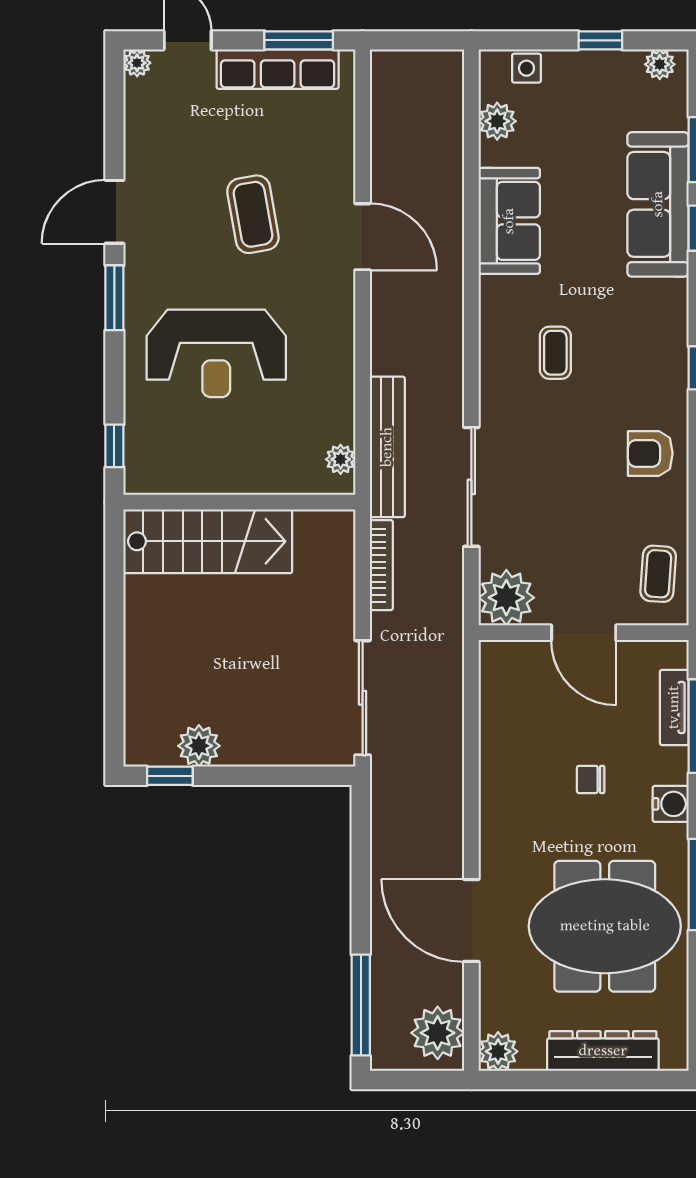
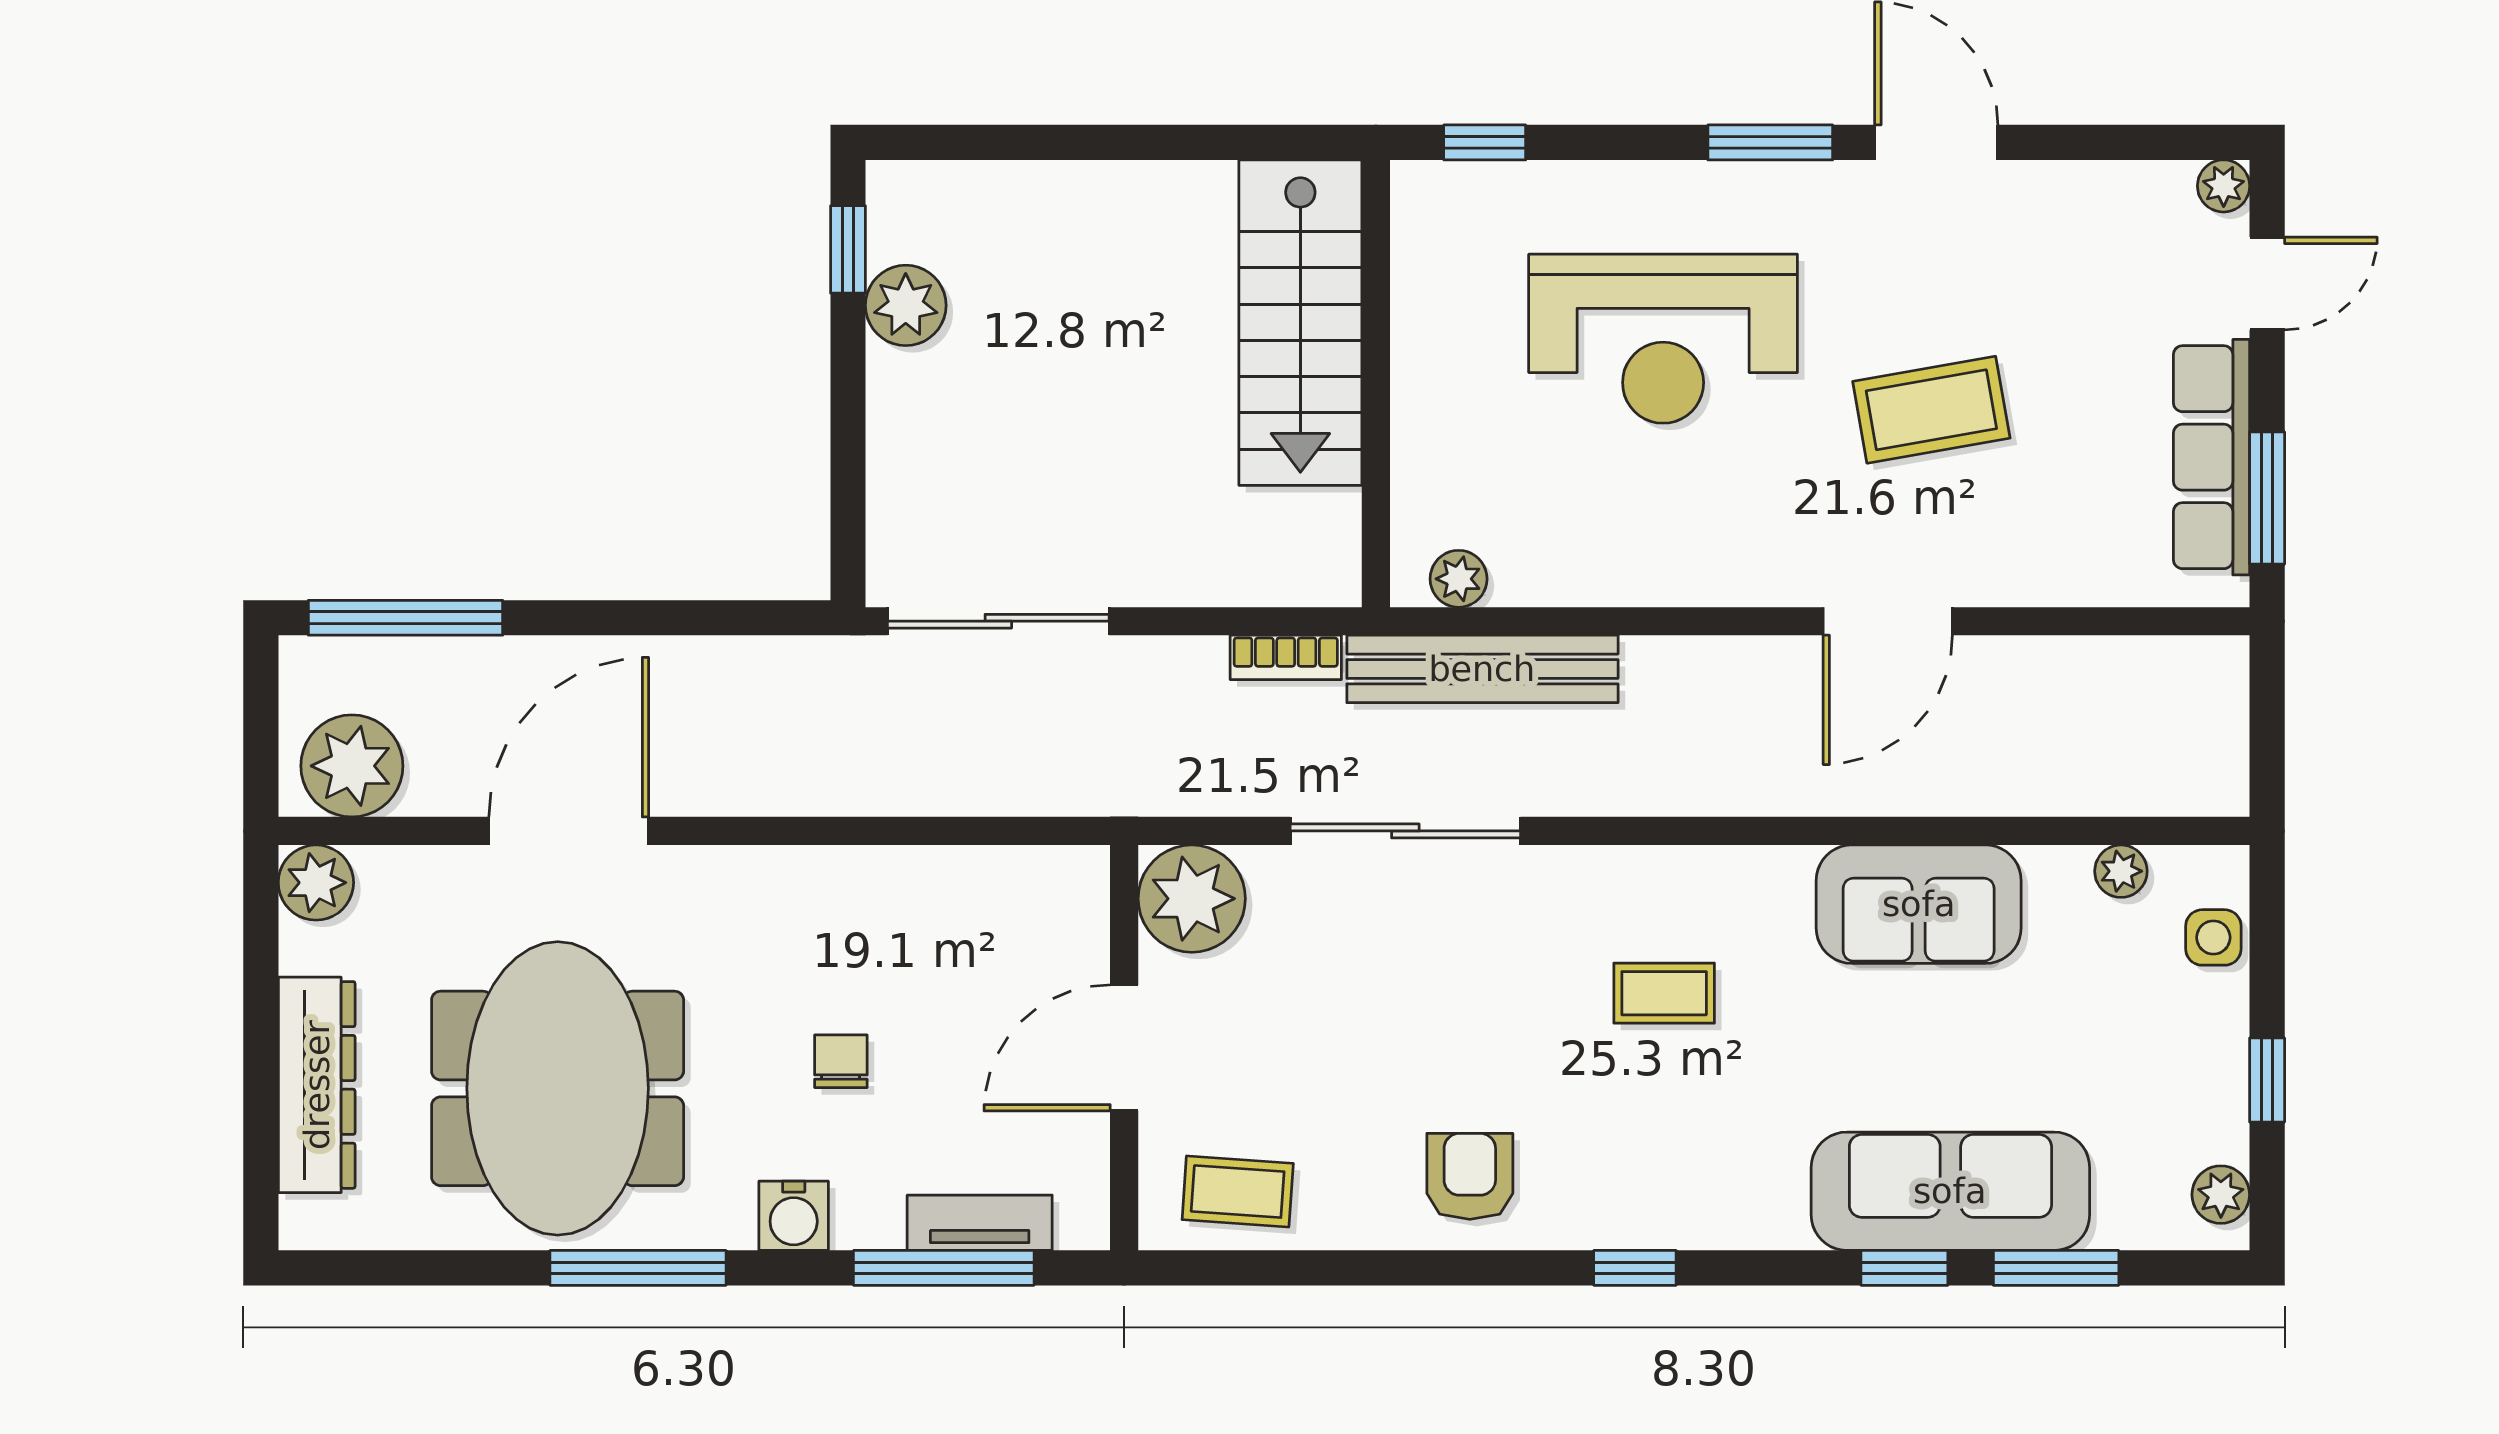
plant: (497, 121) -> (2121, 871), width x0.73, depth x0.73
reception desk: (216, 353) -> (1663, 339), turned -90
bookcase: (381, 565) -> (1286, 657), width x0.64

